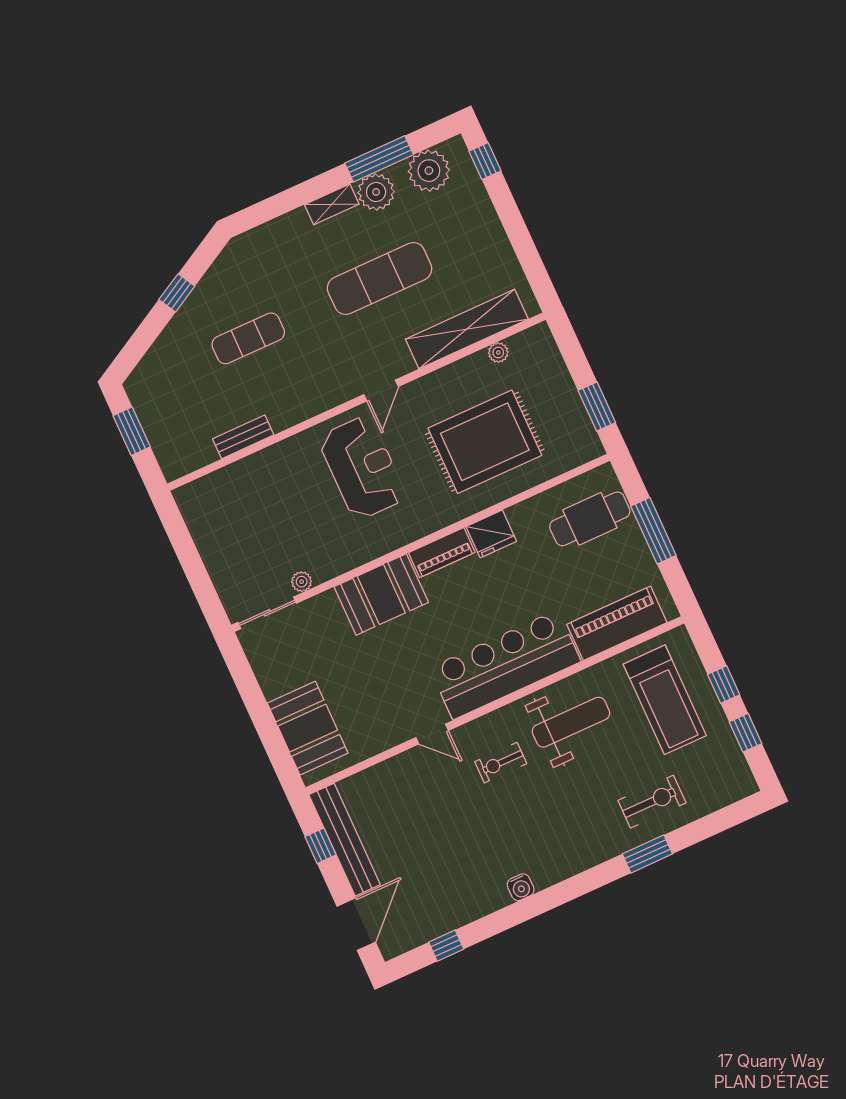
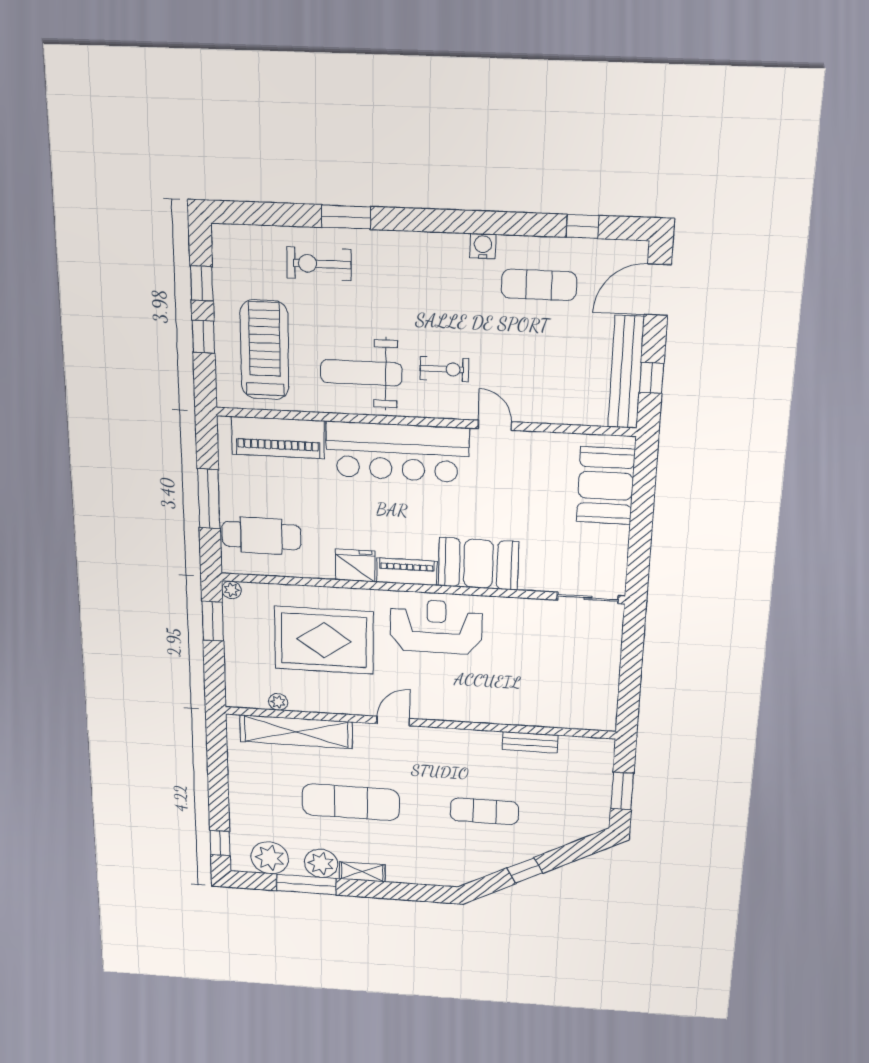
reception desk: (362, 468) -> (436, 627), moved, turned 90
plant: (302, 582) -> (231, 590), moved
exercise mat: (457, 878) -> (539, 285), added

